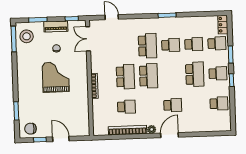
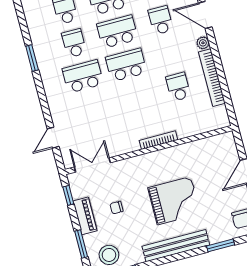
double door: (88, 39) -> (92, 165), swing flipped
grand piano: (56, 77) -> (174, 201), moved, turned 180
school desk: (125, 77) -> (117, 32), moved
bench: (23, 82) -> (176, 246), added

